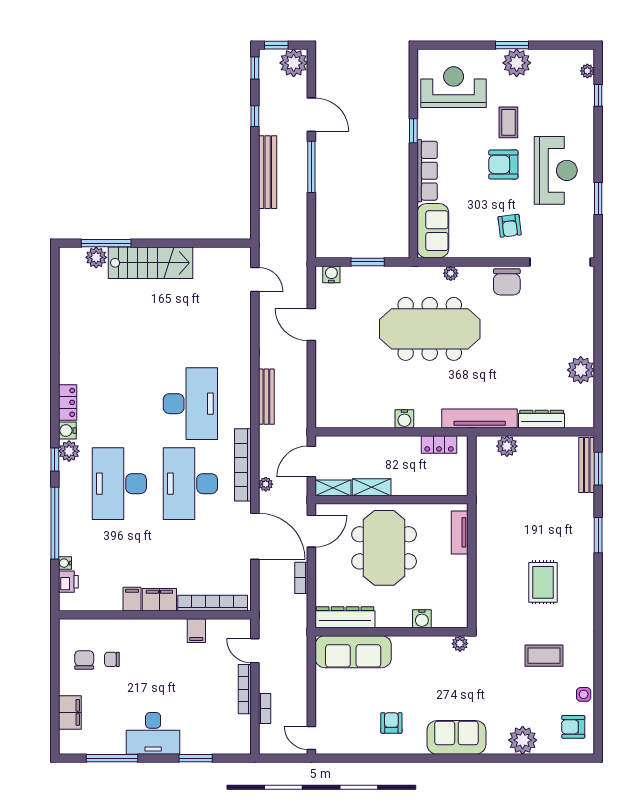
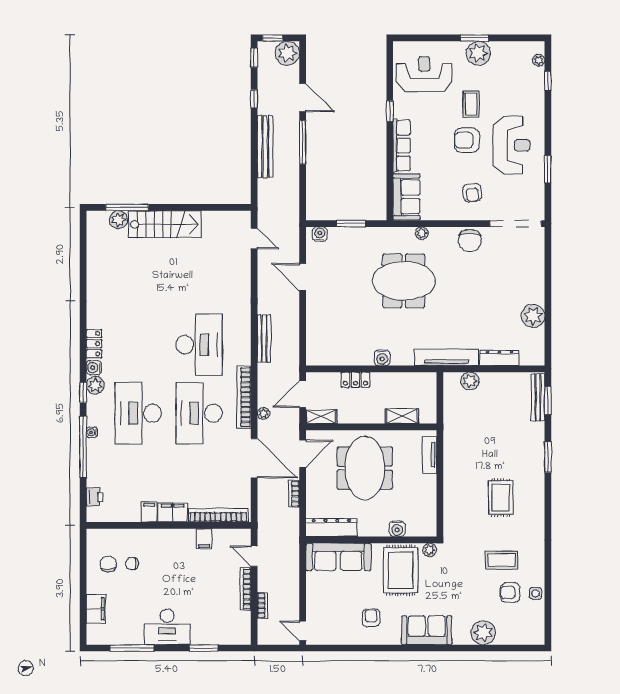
meeting table: (430, 329) -> (404, 281), width x0.73
locker: (439, 444) -> (355, 380), moved
shelving: (372, 487) -> (402, 416), moved
water cooler: (65, 563) -> (92, 432), moved
rug: (426, 667) -> (401, 570), added
armchair: (573, 727) -> (510, 593), moved

